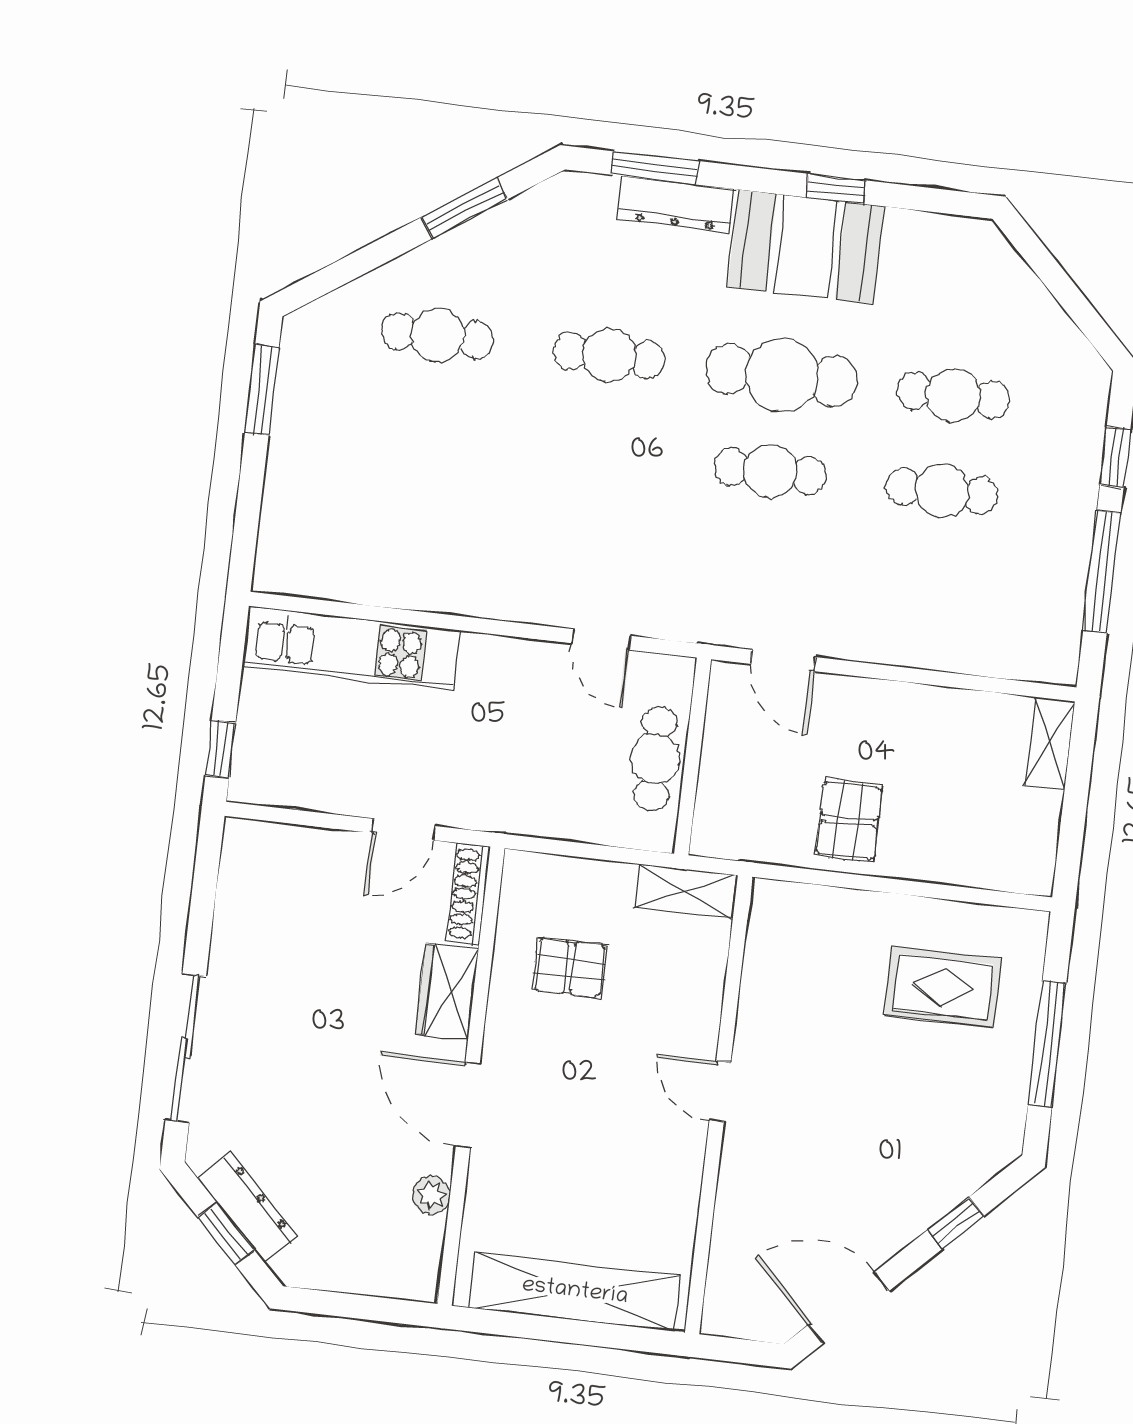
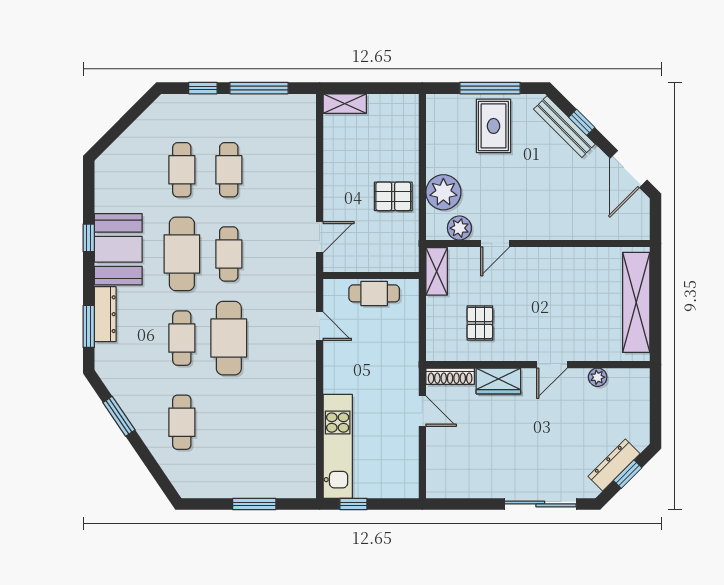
window: (262, 390) -> (254, 504), moved
cafe table: (598, 451) -> (229, 338), added
door: (601, 639) -> (320, 326), hinge flipped
window: (220, 749) -> (353, 504), moved
plant: (845, 924) -> (443, 192), added
plant: (769, 948) -> (459, 228), added
rug: (943, 987) -> (493, 126), moved
door: (720, 1091) -> (495, 243), moved
door: (468, 1105) -> (552, 365), width x0.73
bench: (951, 1187) -> (564, 127), added

